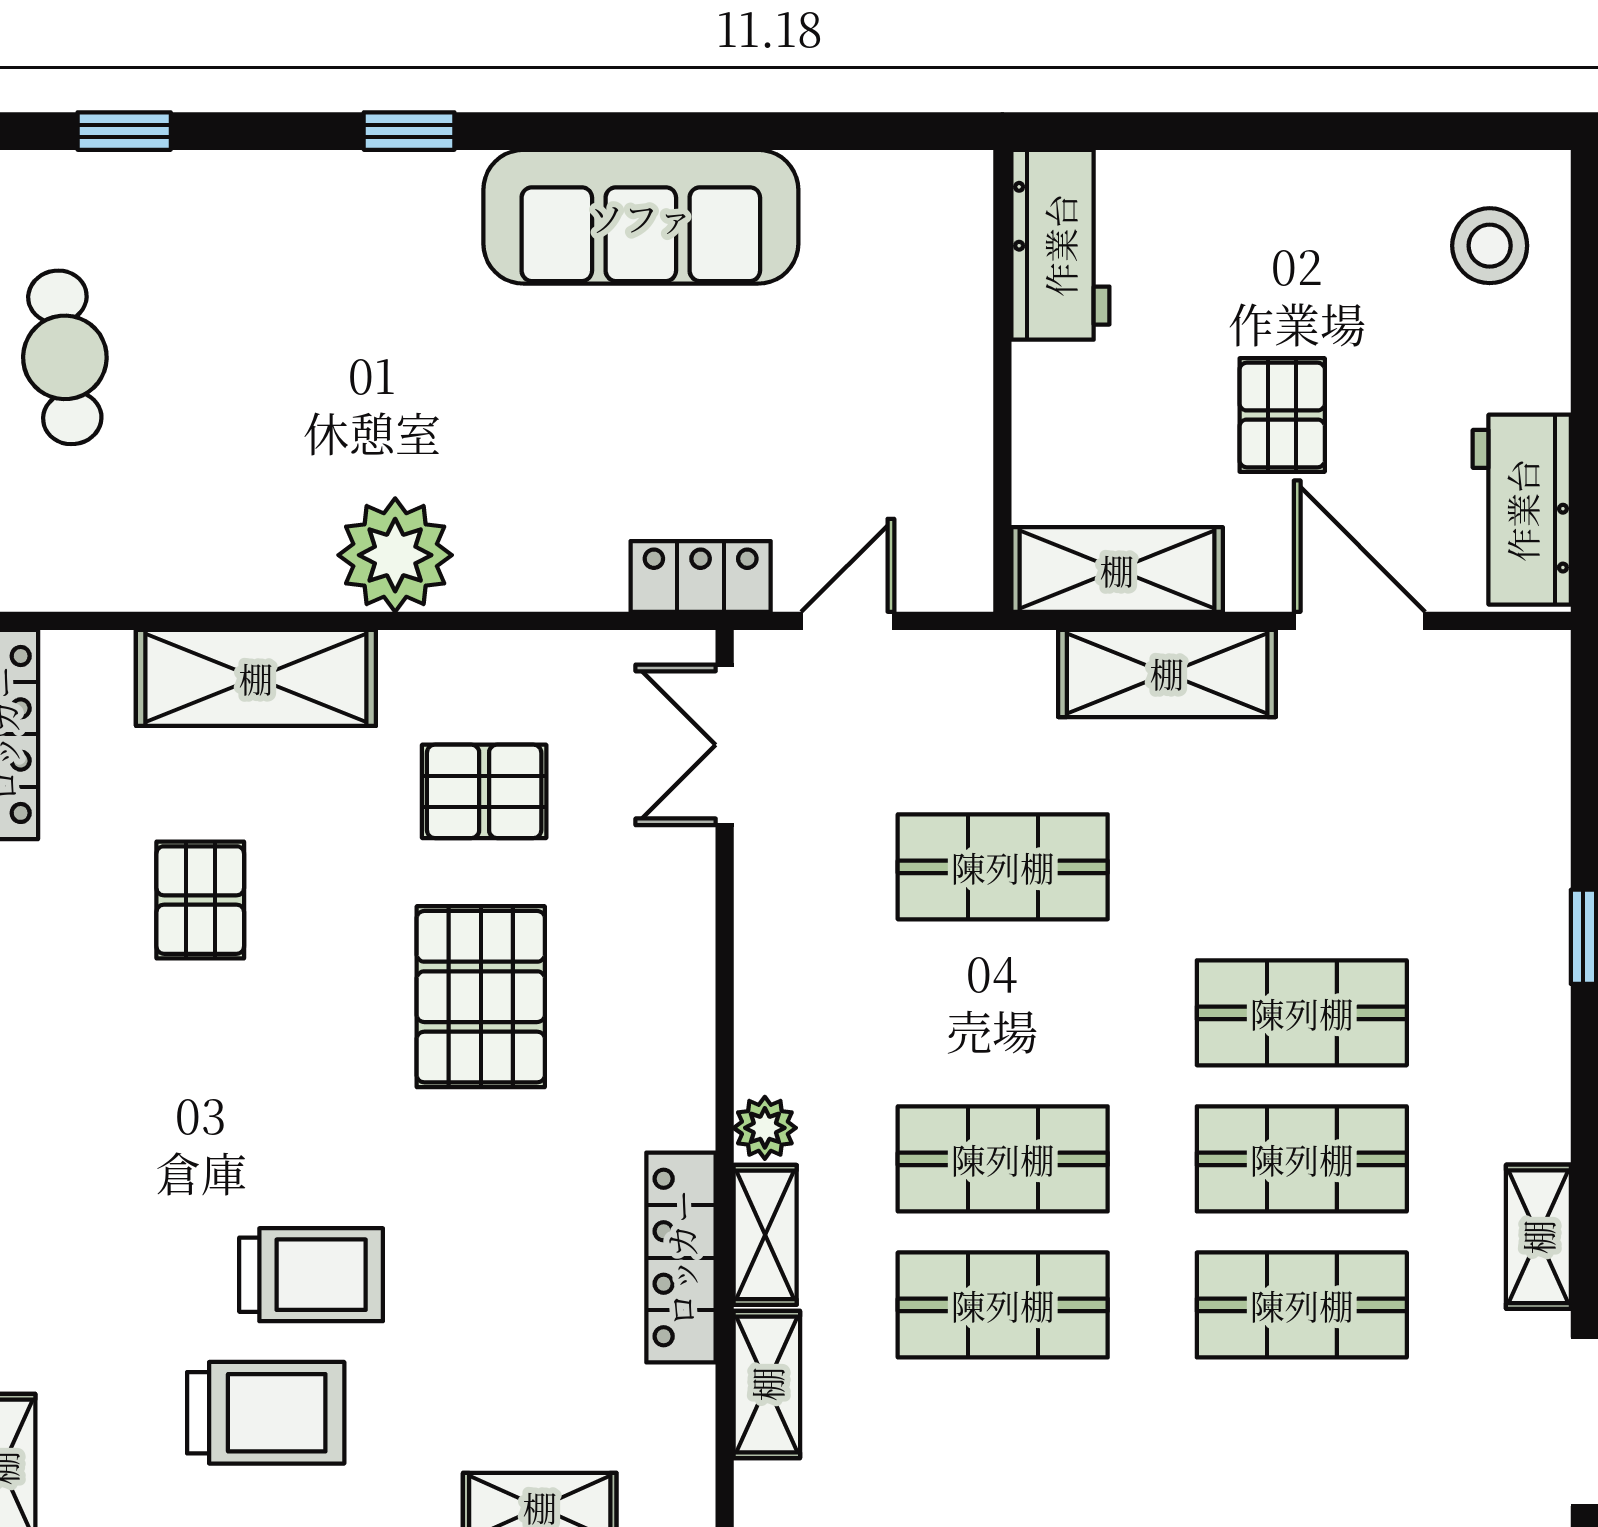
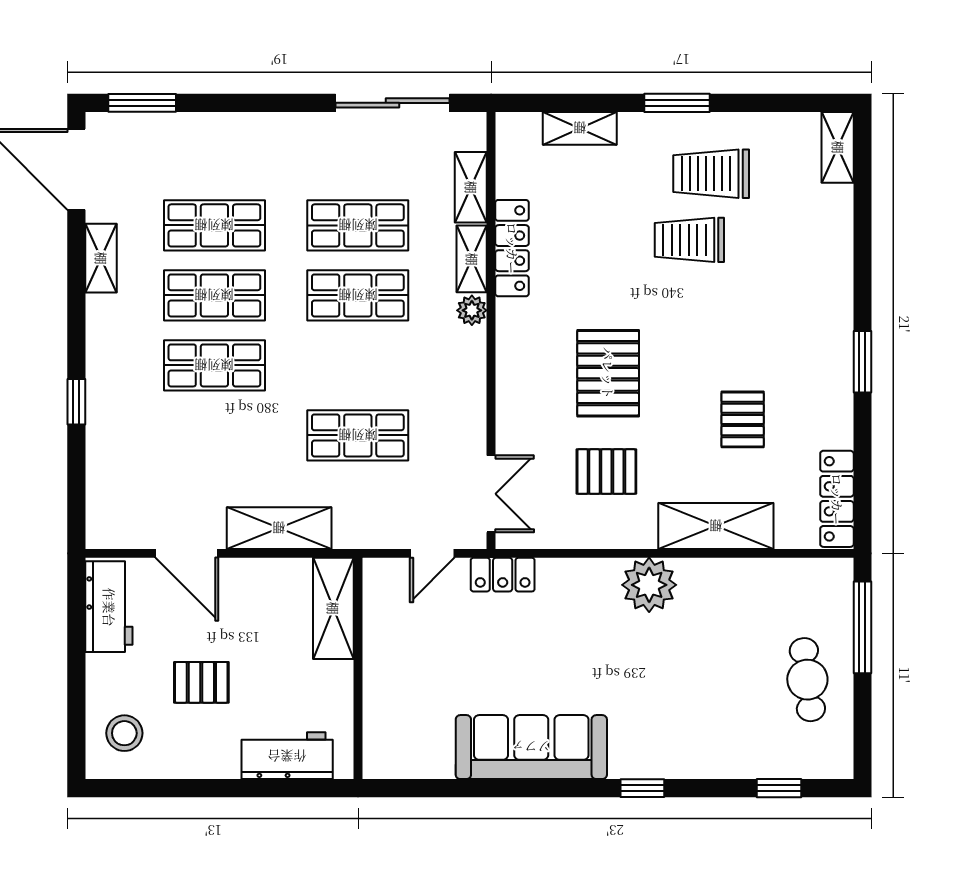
workbench: (1060, 245) -> (287, 756), moved, turned 90
pallet: (1282, 415) -> (201, 682), moved, turned 90
shelving: (1117, 570) -> (333, 608), moved, turned 90

